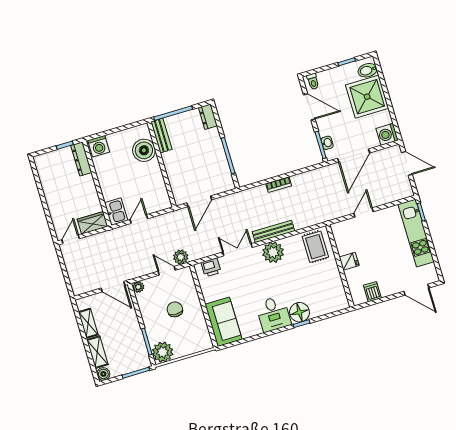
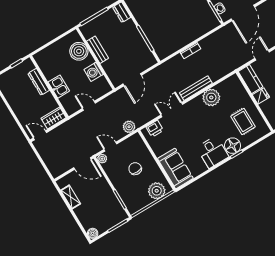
bench: (161, 136) -> (98, 50), moved
washing machine: (99, 146) -> (94, 72), moved, turned 90
dresser: (81, 159) -> (39, 82), moved
kitchen sink: (116, 212) -> (59, 87), moved
door: (139, 219) -> (89, 106), hinge flipped
kitchen counter: (342, 238) -> (250, 79), added
door: (71, 239) -> (40, 135), hinge flipped
rug: (315, 247) -> (243, 121), moved
plant: (273, 252) -> (211, 97), moved
door: (167, 271) -> (110, 147), moved
shelving: (97, 352) -> (84, 218), removed
plant: (163, 352) -> (157, 191), moved

